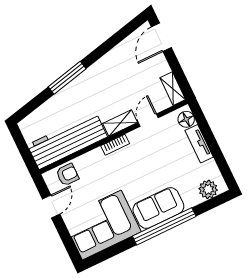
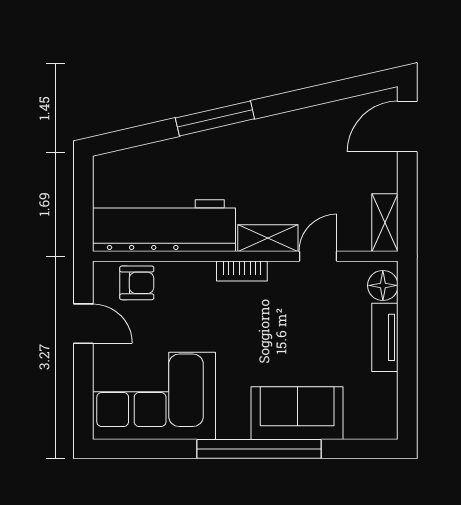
plant: (208, 189) -> (363, 422), removed
door: (51, 206) -> (83, 324), hinge flipped
sofa: (158, 208) -> (297, 413), moved

